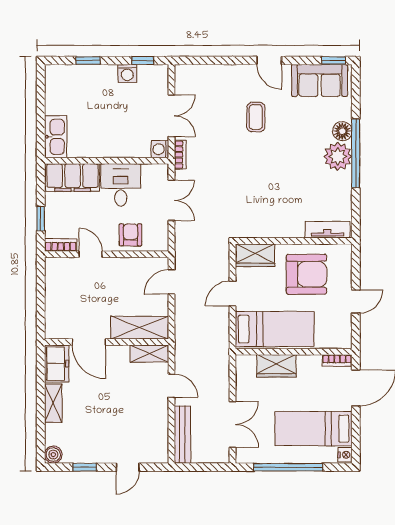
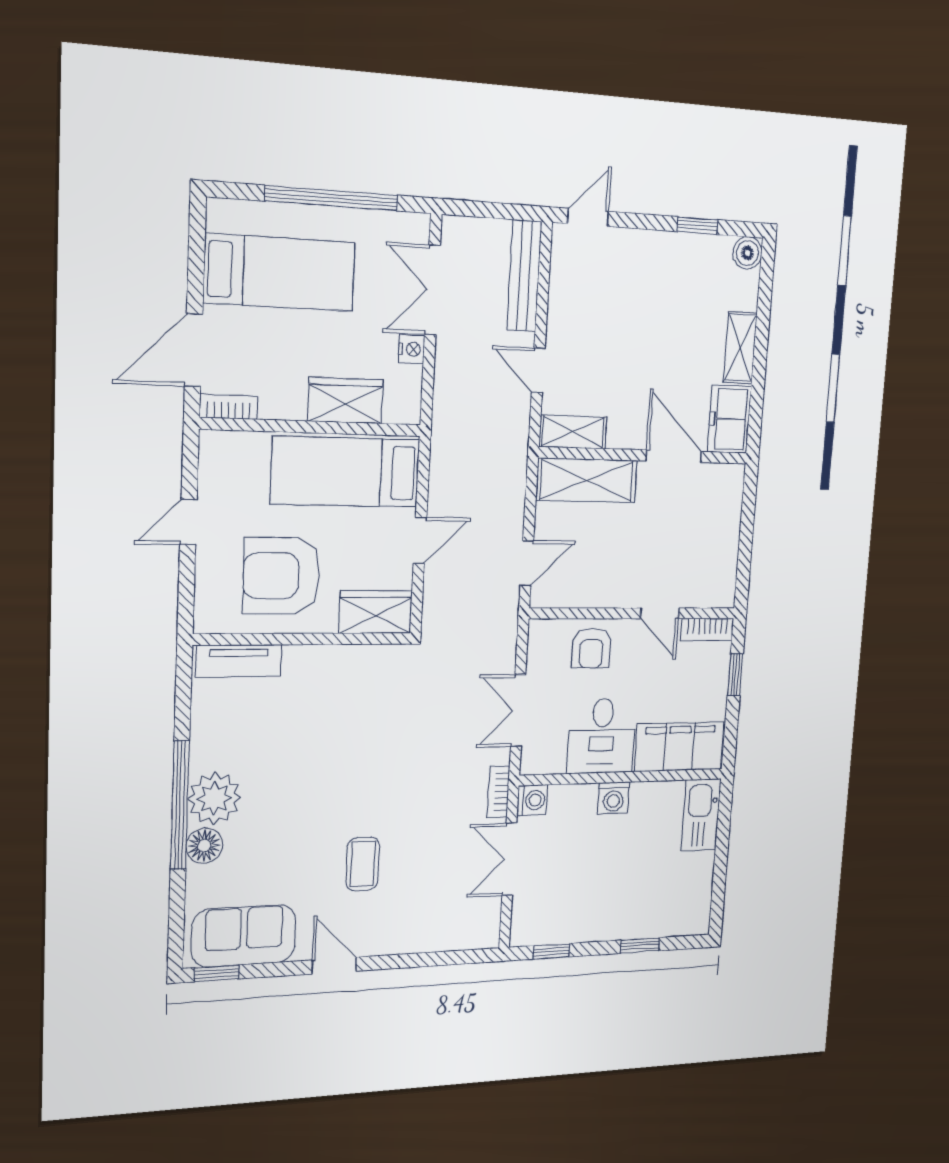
washing machine: (127, 73) -> (614, 798), moved, turned 180
nightstand: (345, 455) -> (411, 349), moved, turned 180
door: (128, 467) -> (588, 217), moved

